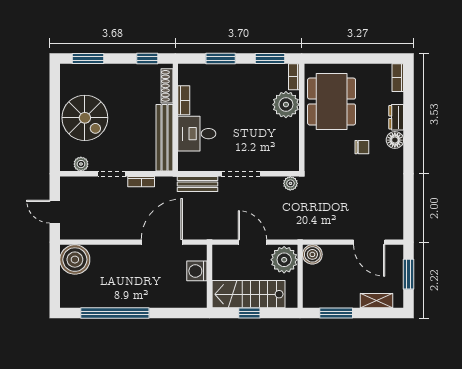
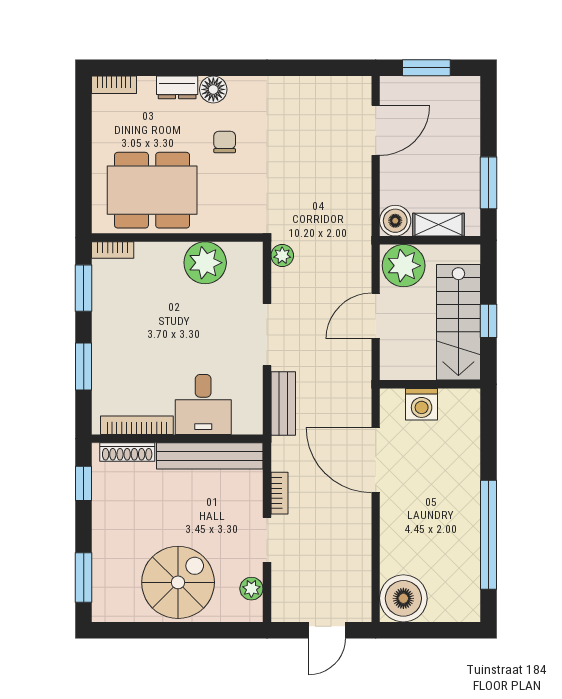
bookcase: (184, 100) -> (137, 425), width x1.56
plant: (286, 105) -> (205, 263), moved
shelving: (376, 301) -> (438, 225), moved, turned 90

